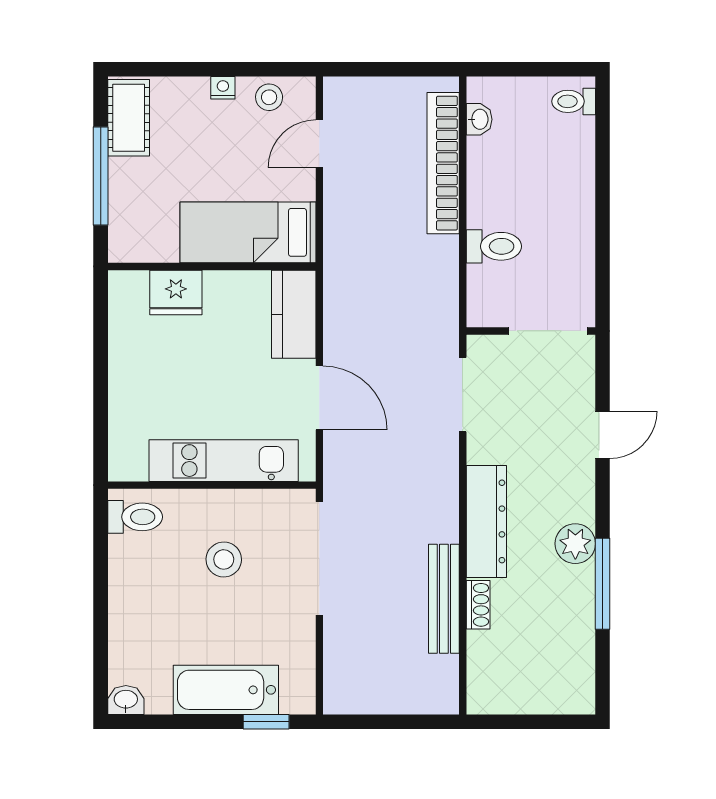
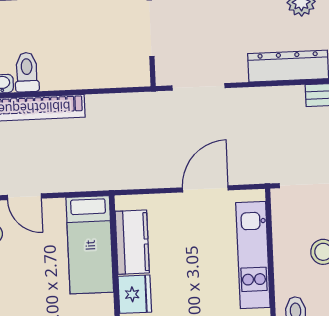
toilet: (494, 246) -> (27, 72), moved
kitchen counter: (294, 314) -> (132, 242), moved, turned -90

